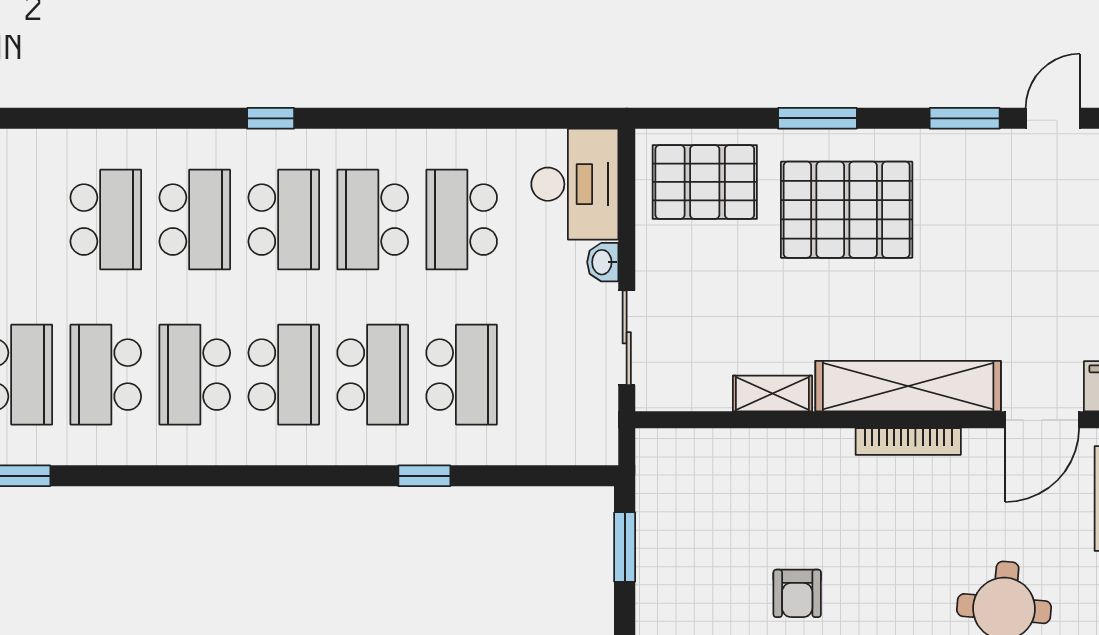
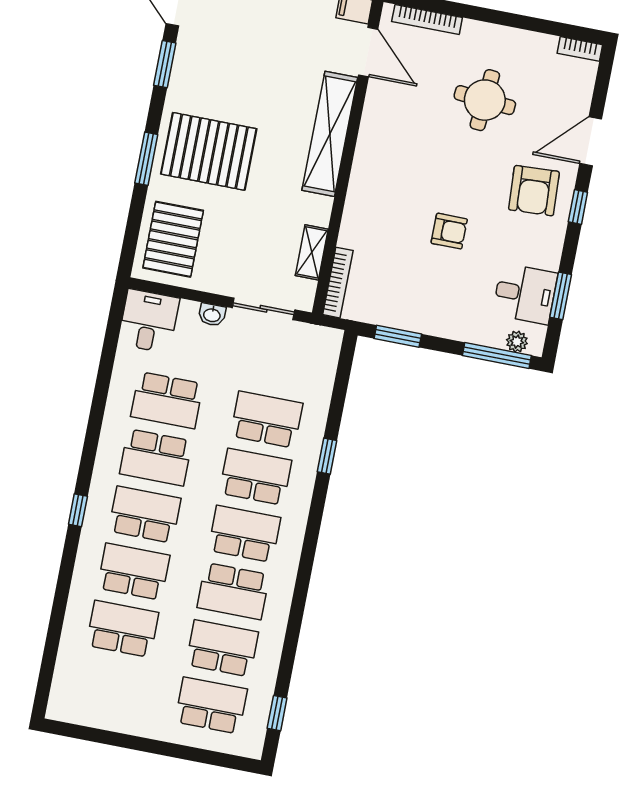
desk: (575, 184) -> (149, 321), width x0.73
pallet: (847, 210) -> (209, 151), turned 90
school desk: (106, 375) -> (222, 648), turned 180
shelving: (772, 394) -> (312, 252), moved
bookcase: (908, 442) -> (338, 283), moved

